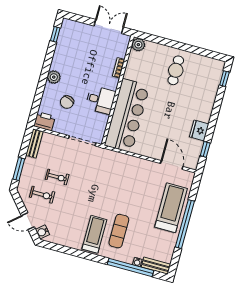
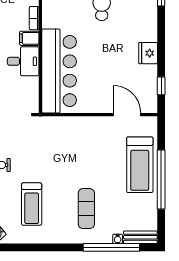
filing cabinet: (110, 83) -> (29, 38), added
fridge: (199, 130) -> (148, 53), moved
treadmill: (171, 208) -> (140, 165), turned 180
treadmill: (94, 234) -> (32, 204), moved, turned 180

